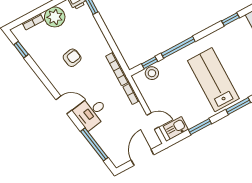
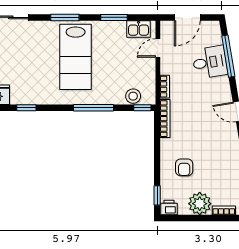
armchair: (72, 58) -> (184, 167), moved, turned -79
window: (150, 63) -> (142, 108), moved
desk: (91, 112) -> (210, 62), moved
door: (153, 121) -> (158, 48), hinge flipped

